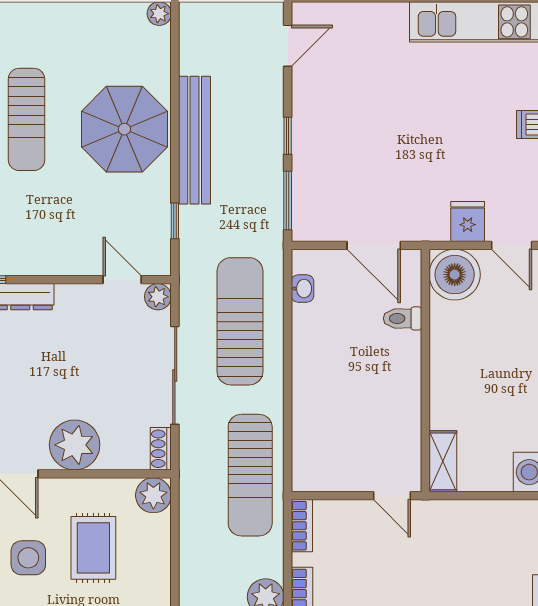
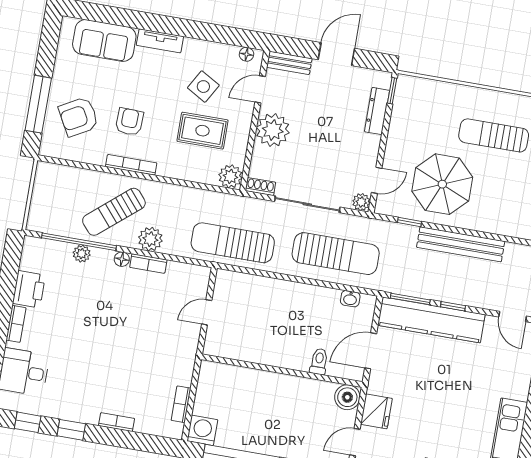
parasol: (124, 129) -> (442, 184), moved
kitchen counter: (313, 164) -> (431, 320), added
fridge: (468, 221) -> (376, 411), width x1.38
boiler: (455, 275) -> (347, 397), width x0.73, depth x0.73
shelving: (443, 461) -> (220, 372), removed
door: (392, 496) -> (207, 312), moved
bookcase: (302, 526) -> (181, 404), moved, turned 90
side table: (28, 558) -> (203, 87), turned 30

